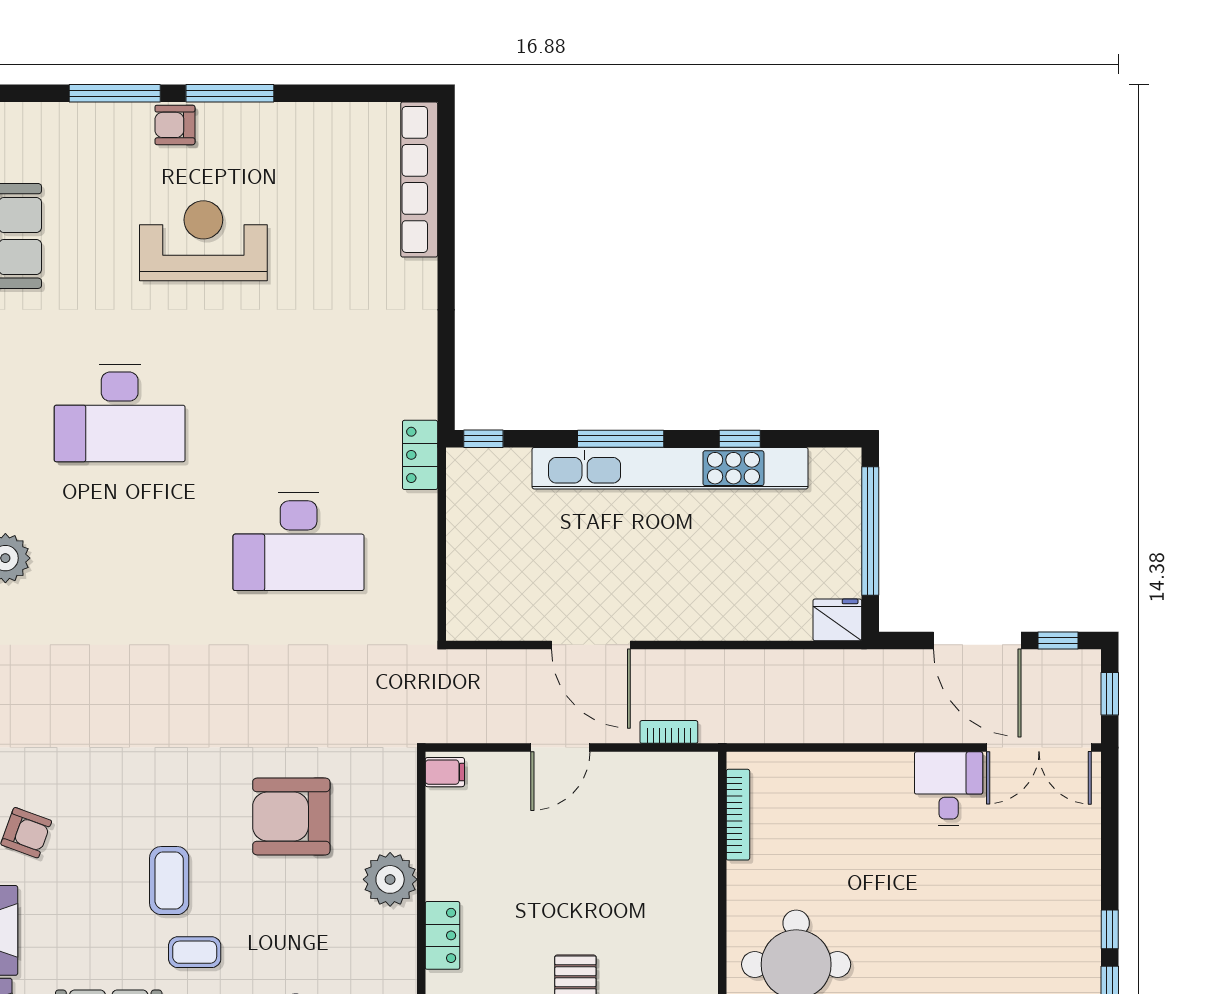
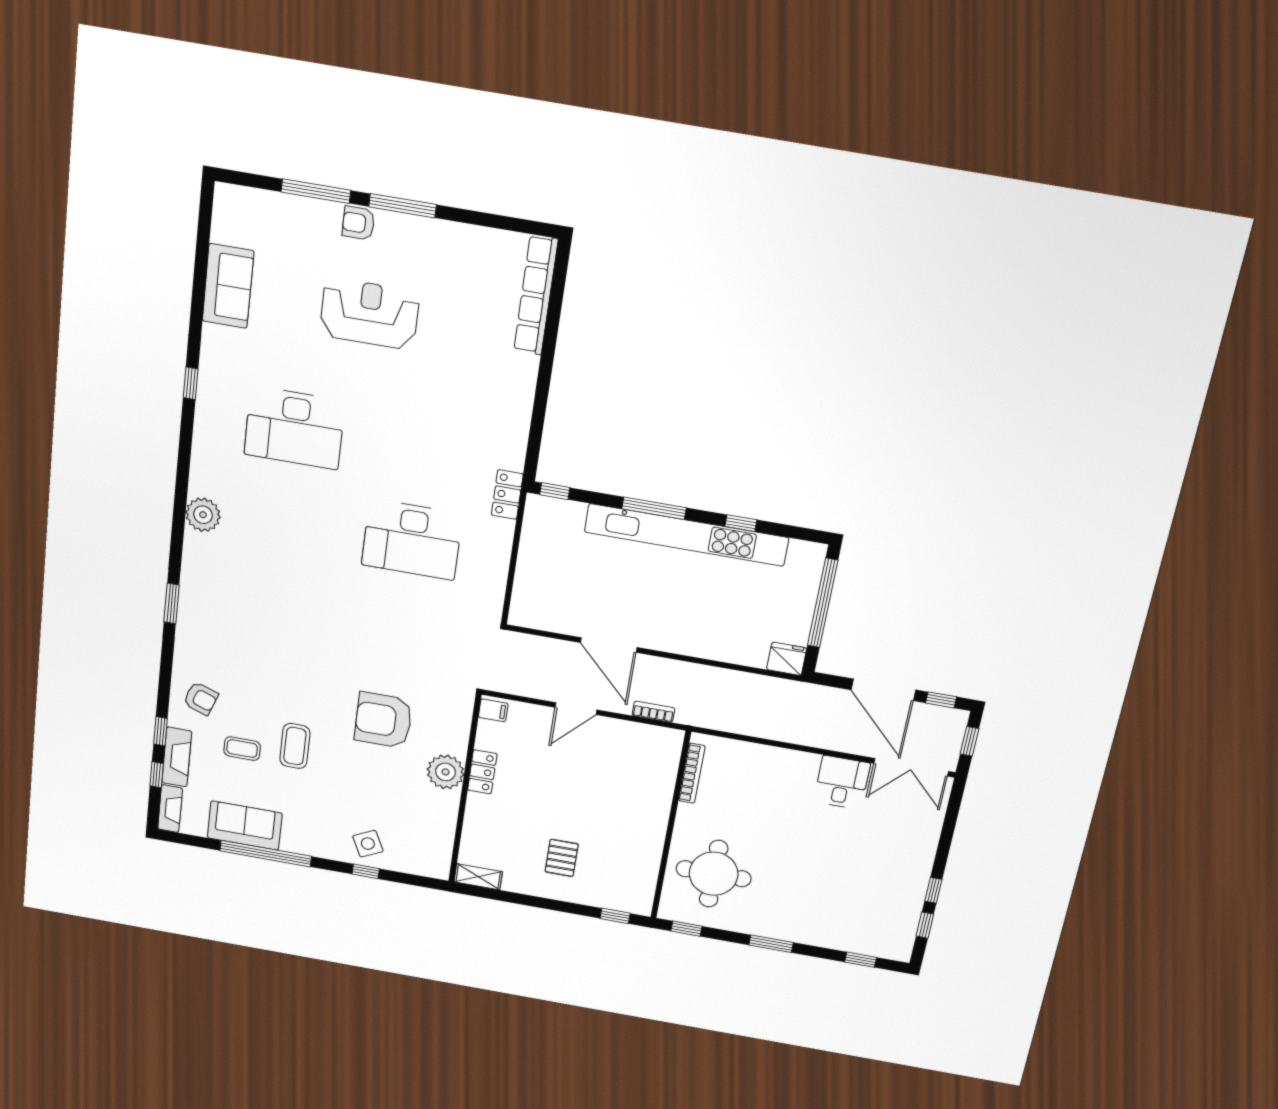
locker: (442, 935) -> (482, 772), moved
coffee table: (195, 952) -> (242, 749), moved

